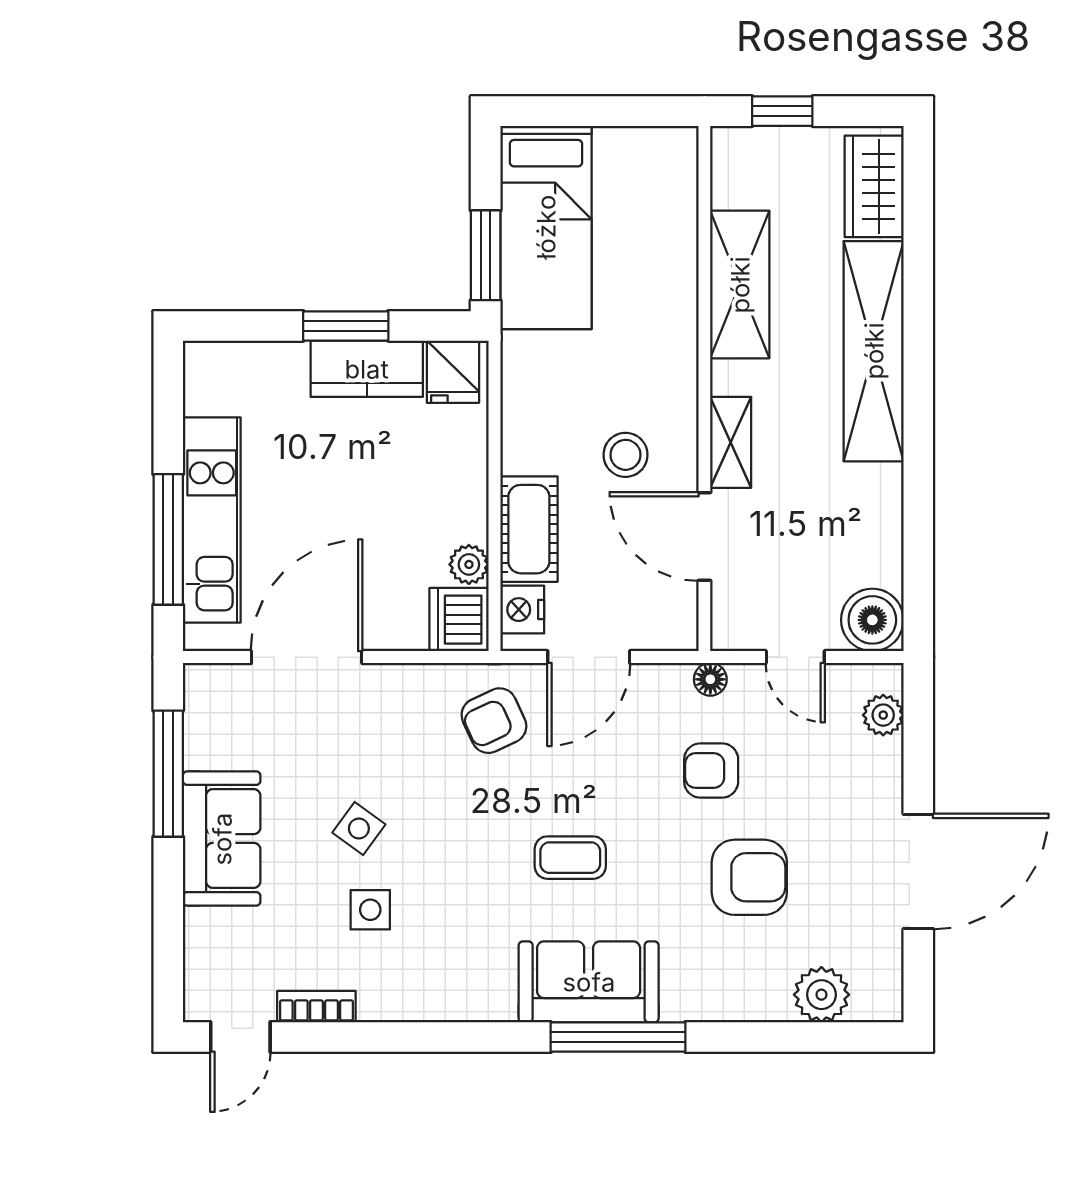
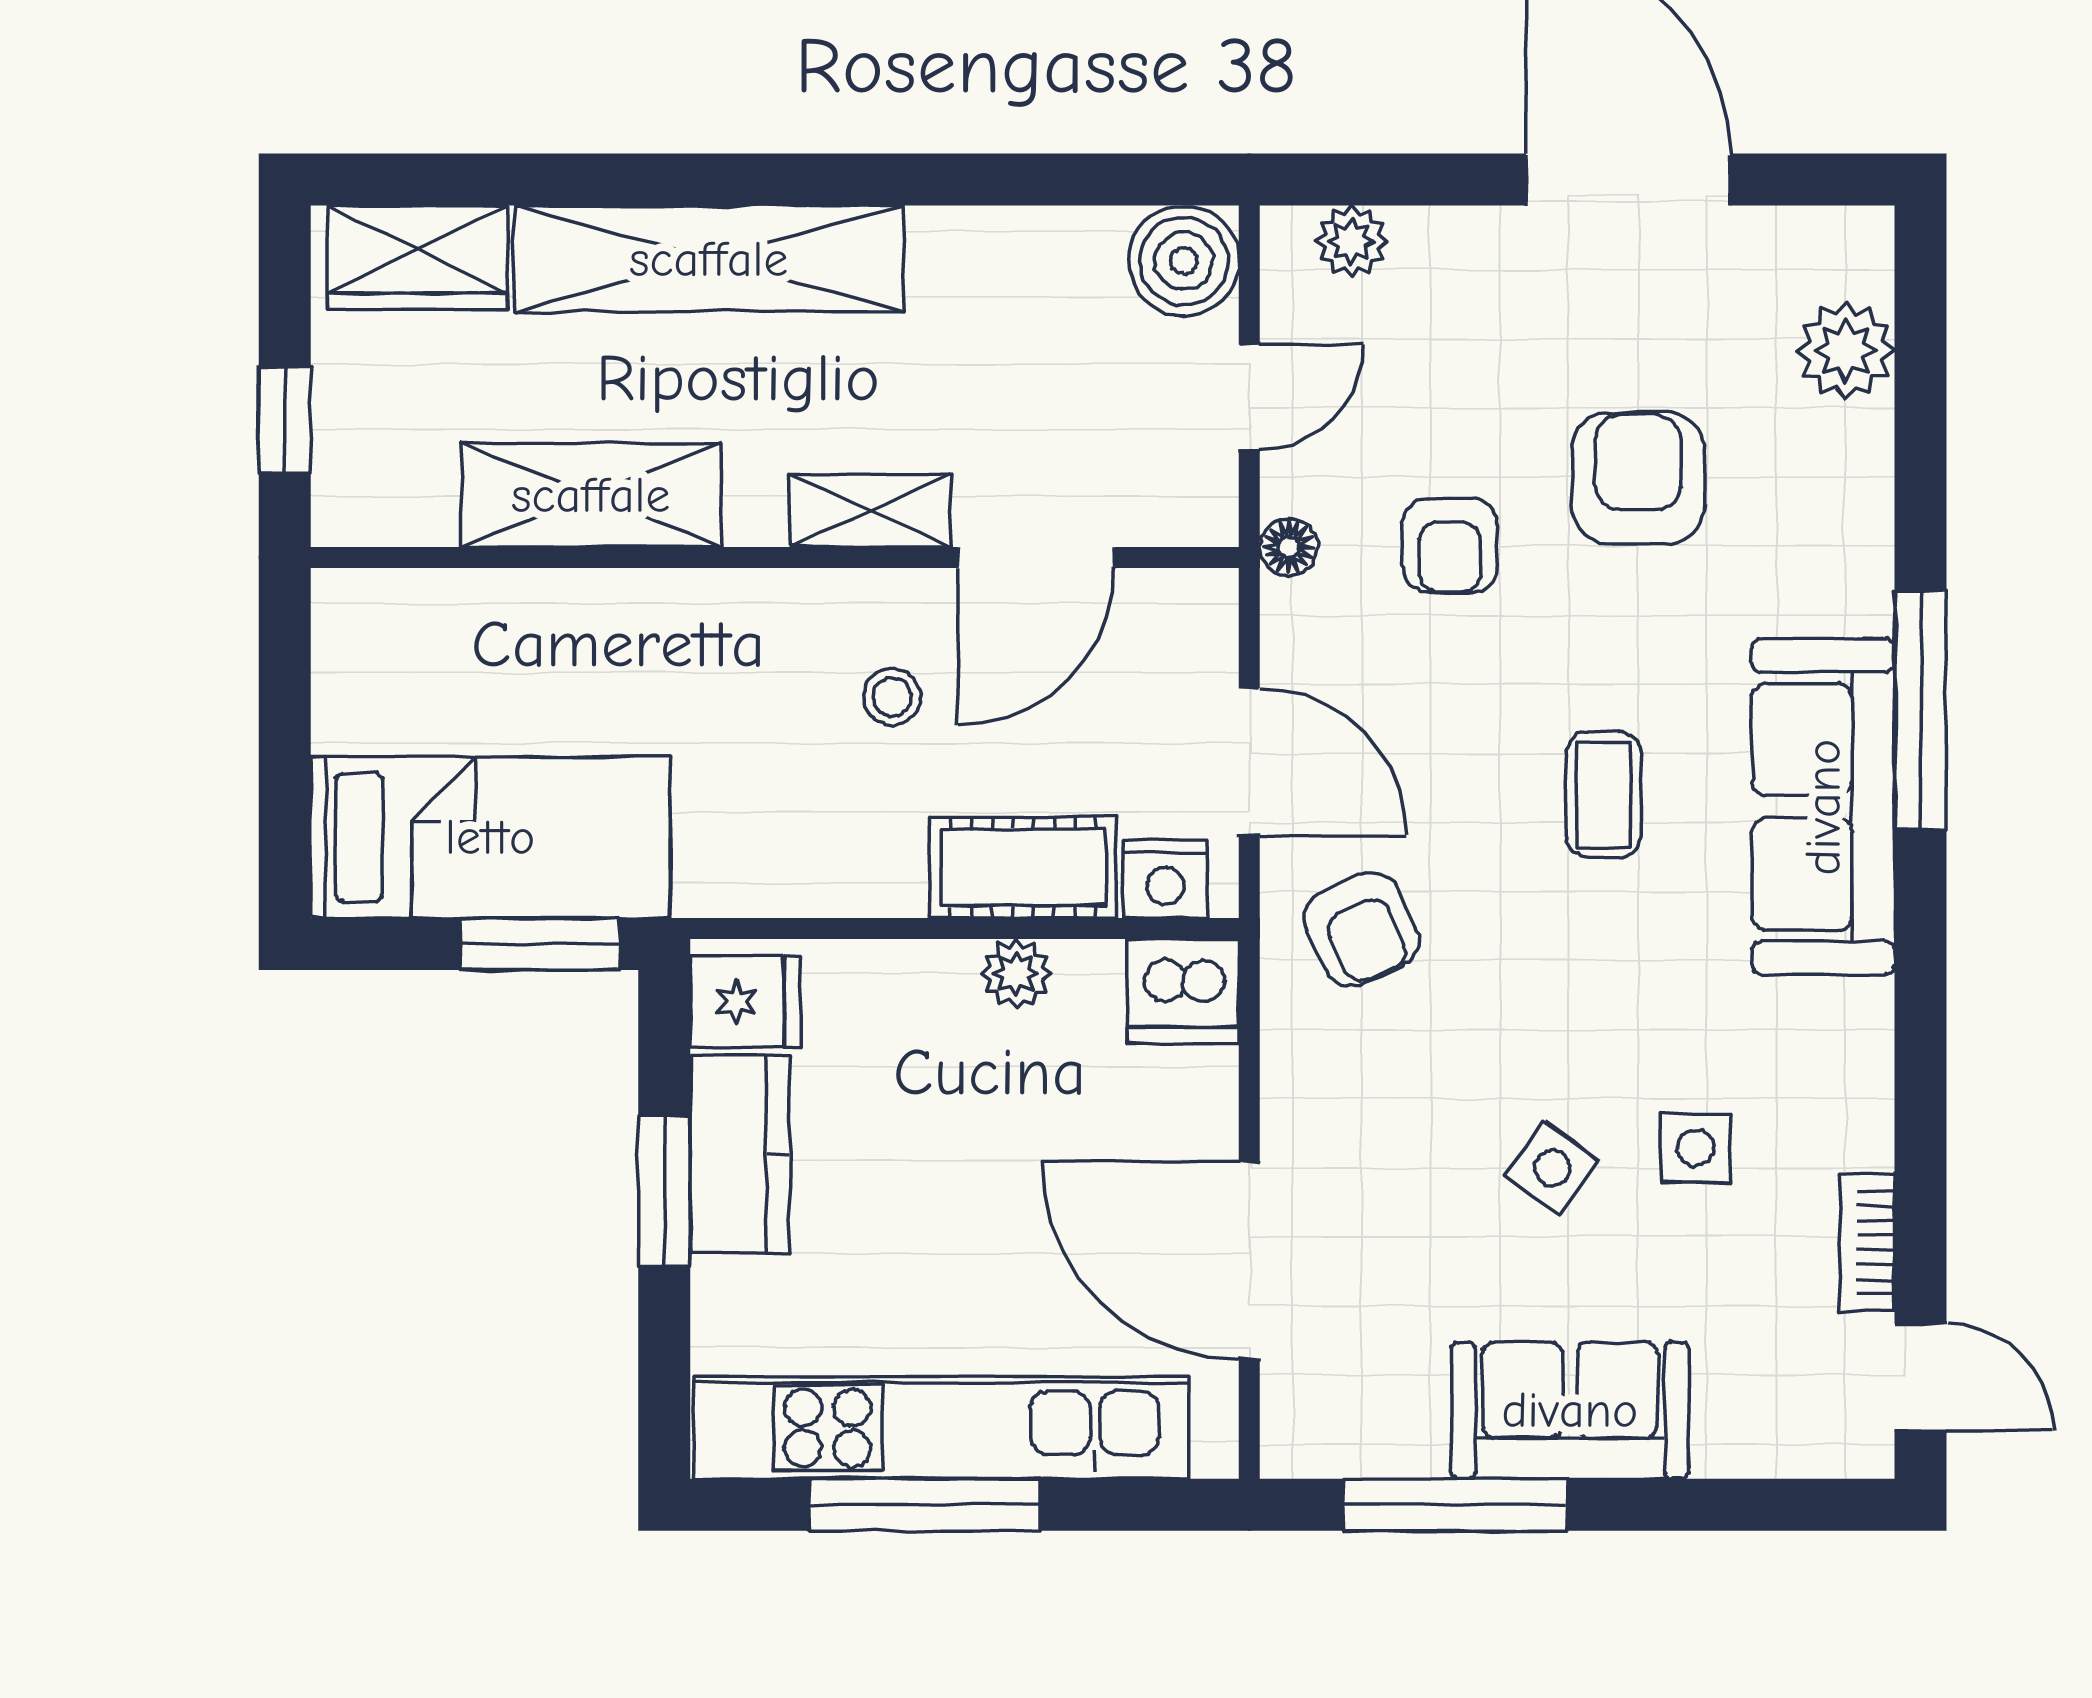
stool: (625, 455) -> (892, 697), width x0.73, depth x0.73
kitchen unit: (212, 520) -> (941, 1428), width x1.36
window: (168, 539) -> (925, 1505), moved
plant: (469, 564) -> (1016, 974), moved
sofa: (589, 982) -> (1823, 807), width x1.36

